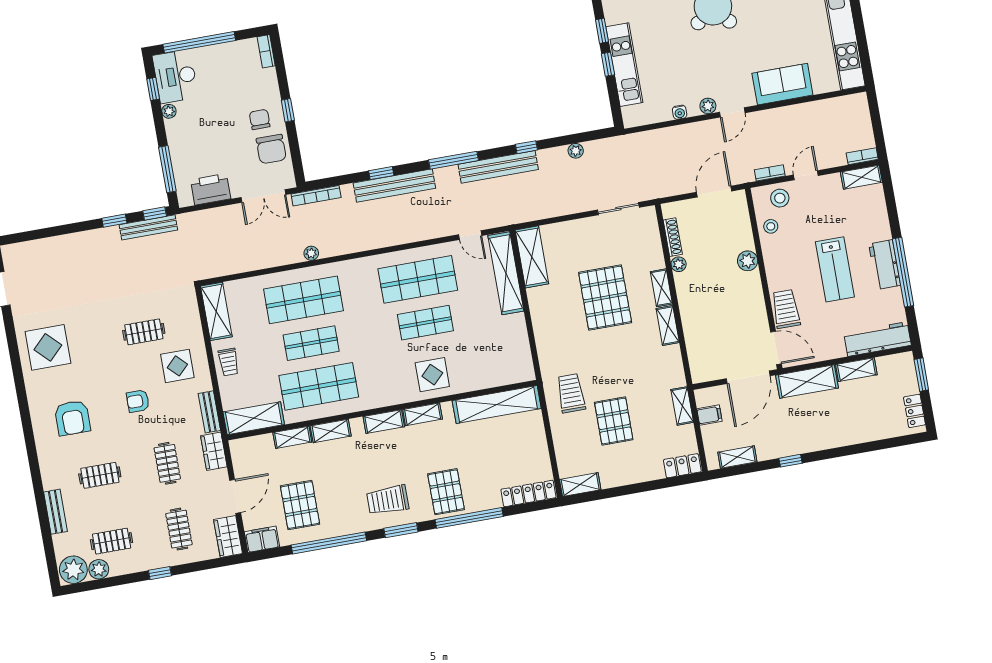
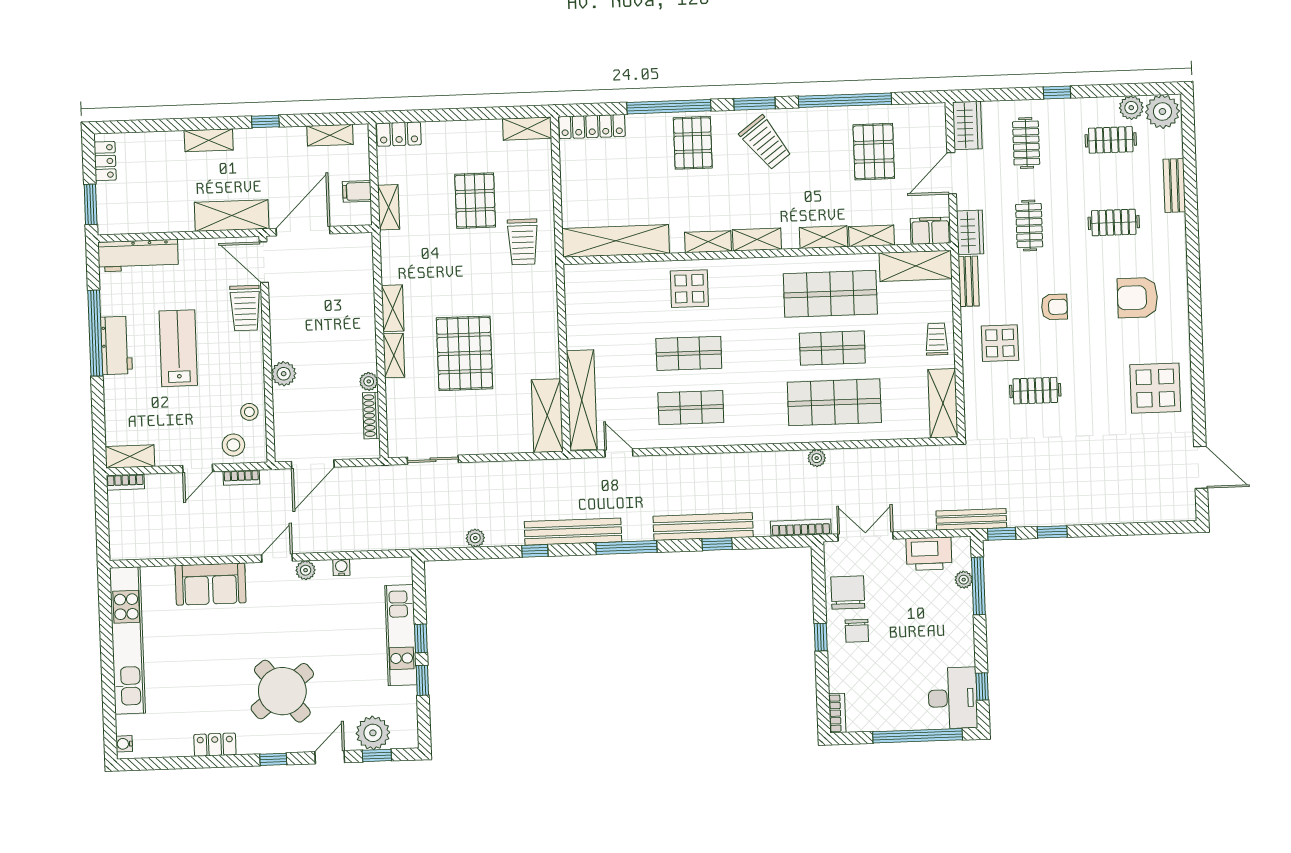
plant: (169, 111) -> (964, 580), moved
bench: (148, 227) -> (971, 519), moved
shop shelf: (418, 279) -> (691, 408), width x0.70, depth x0.74
shelving: (856, 370) -> (209, 140), moved
armchair: (72, 418) -> (1137, 298), turned -90
trolley: (388, 500) -> (766, 143), turned 53
filing cabinet: (262, 539) -> (931, 231), moved, turned 180

